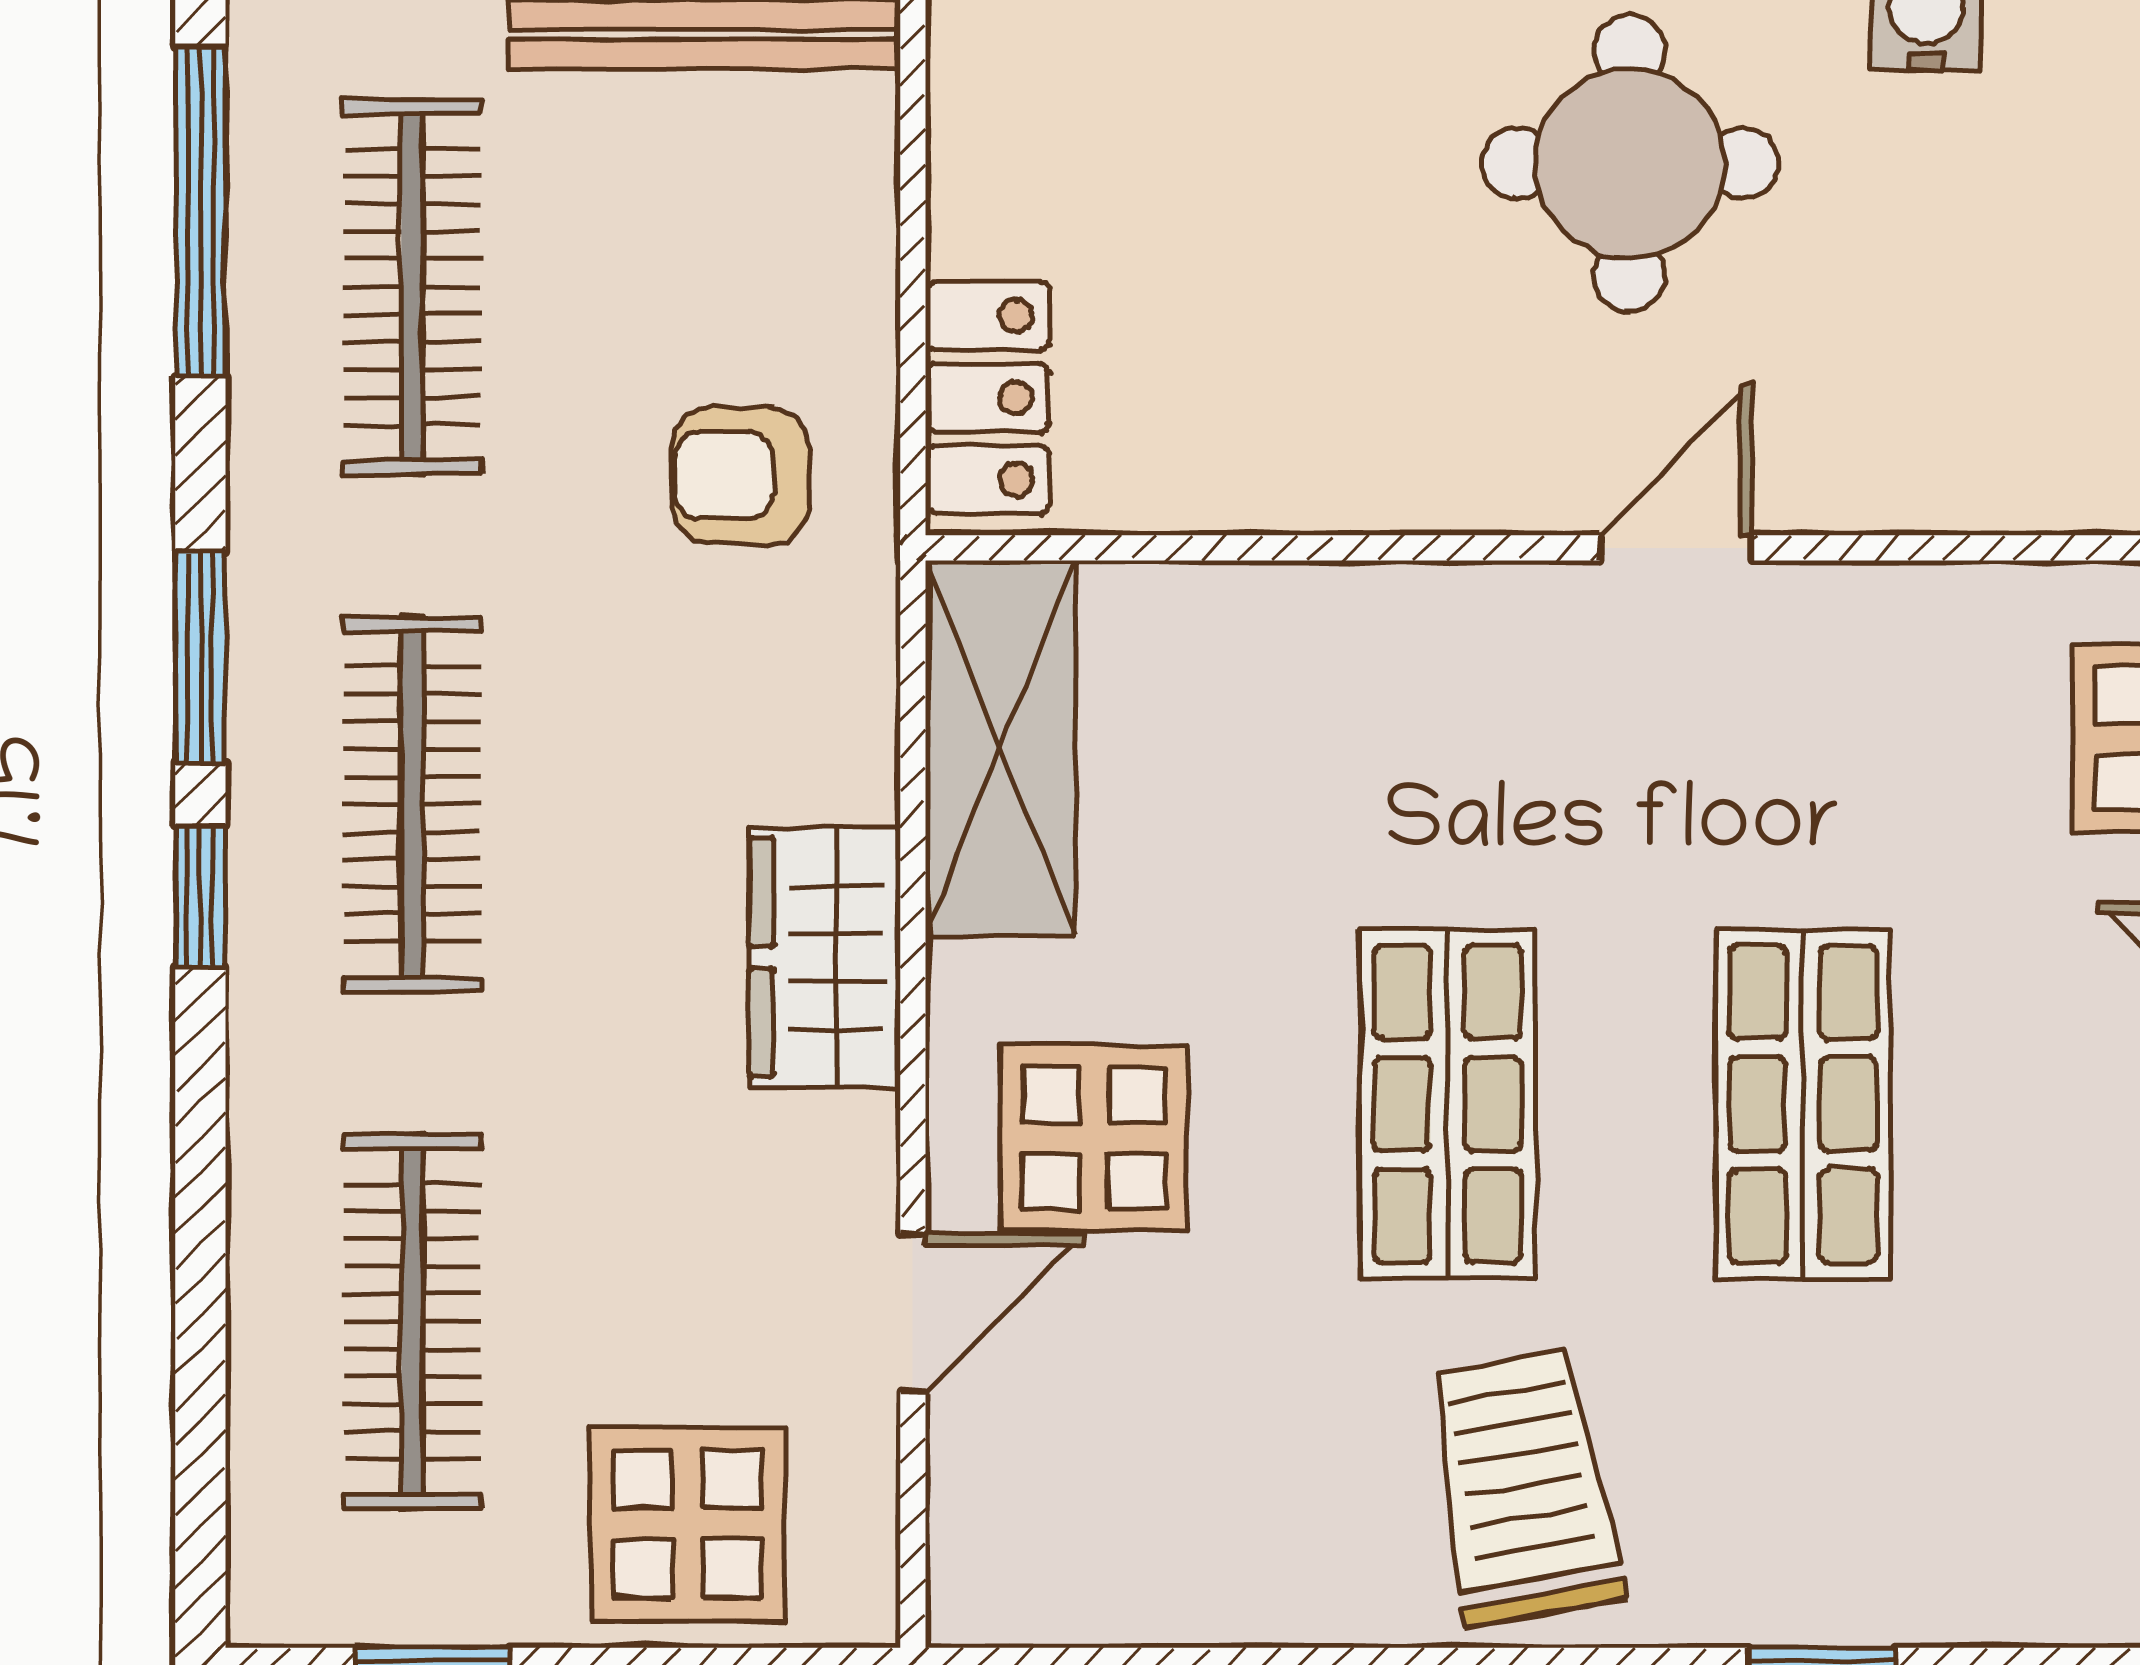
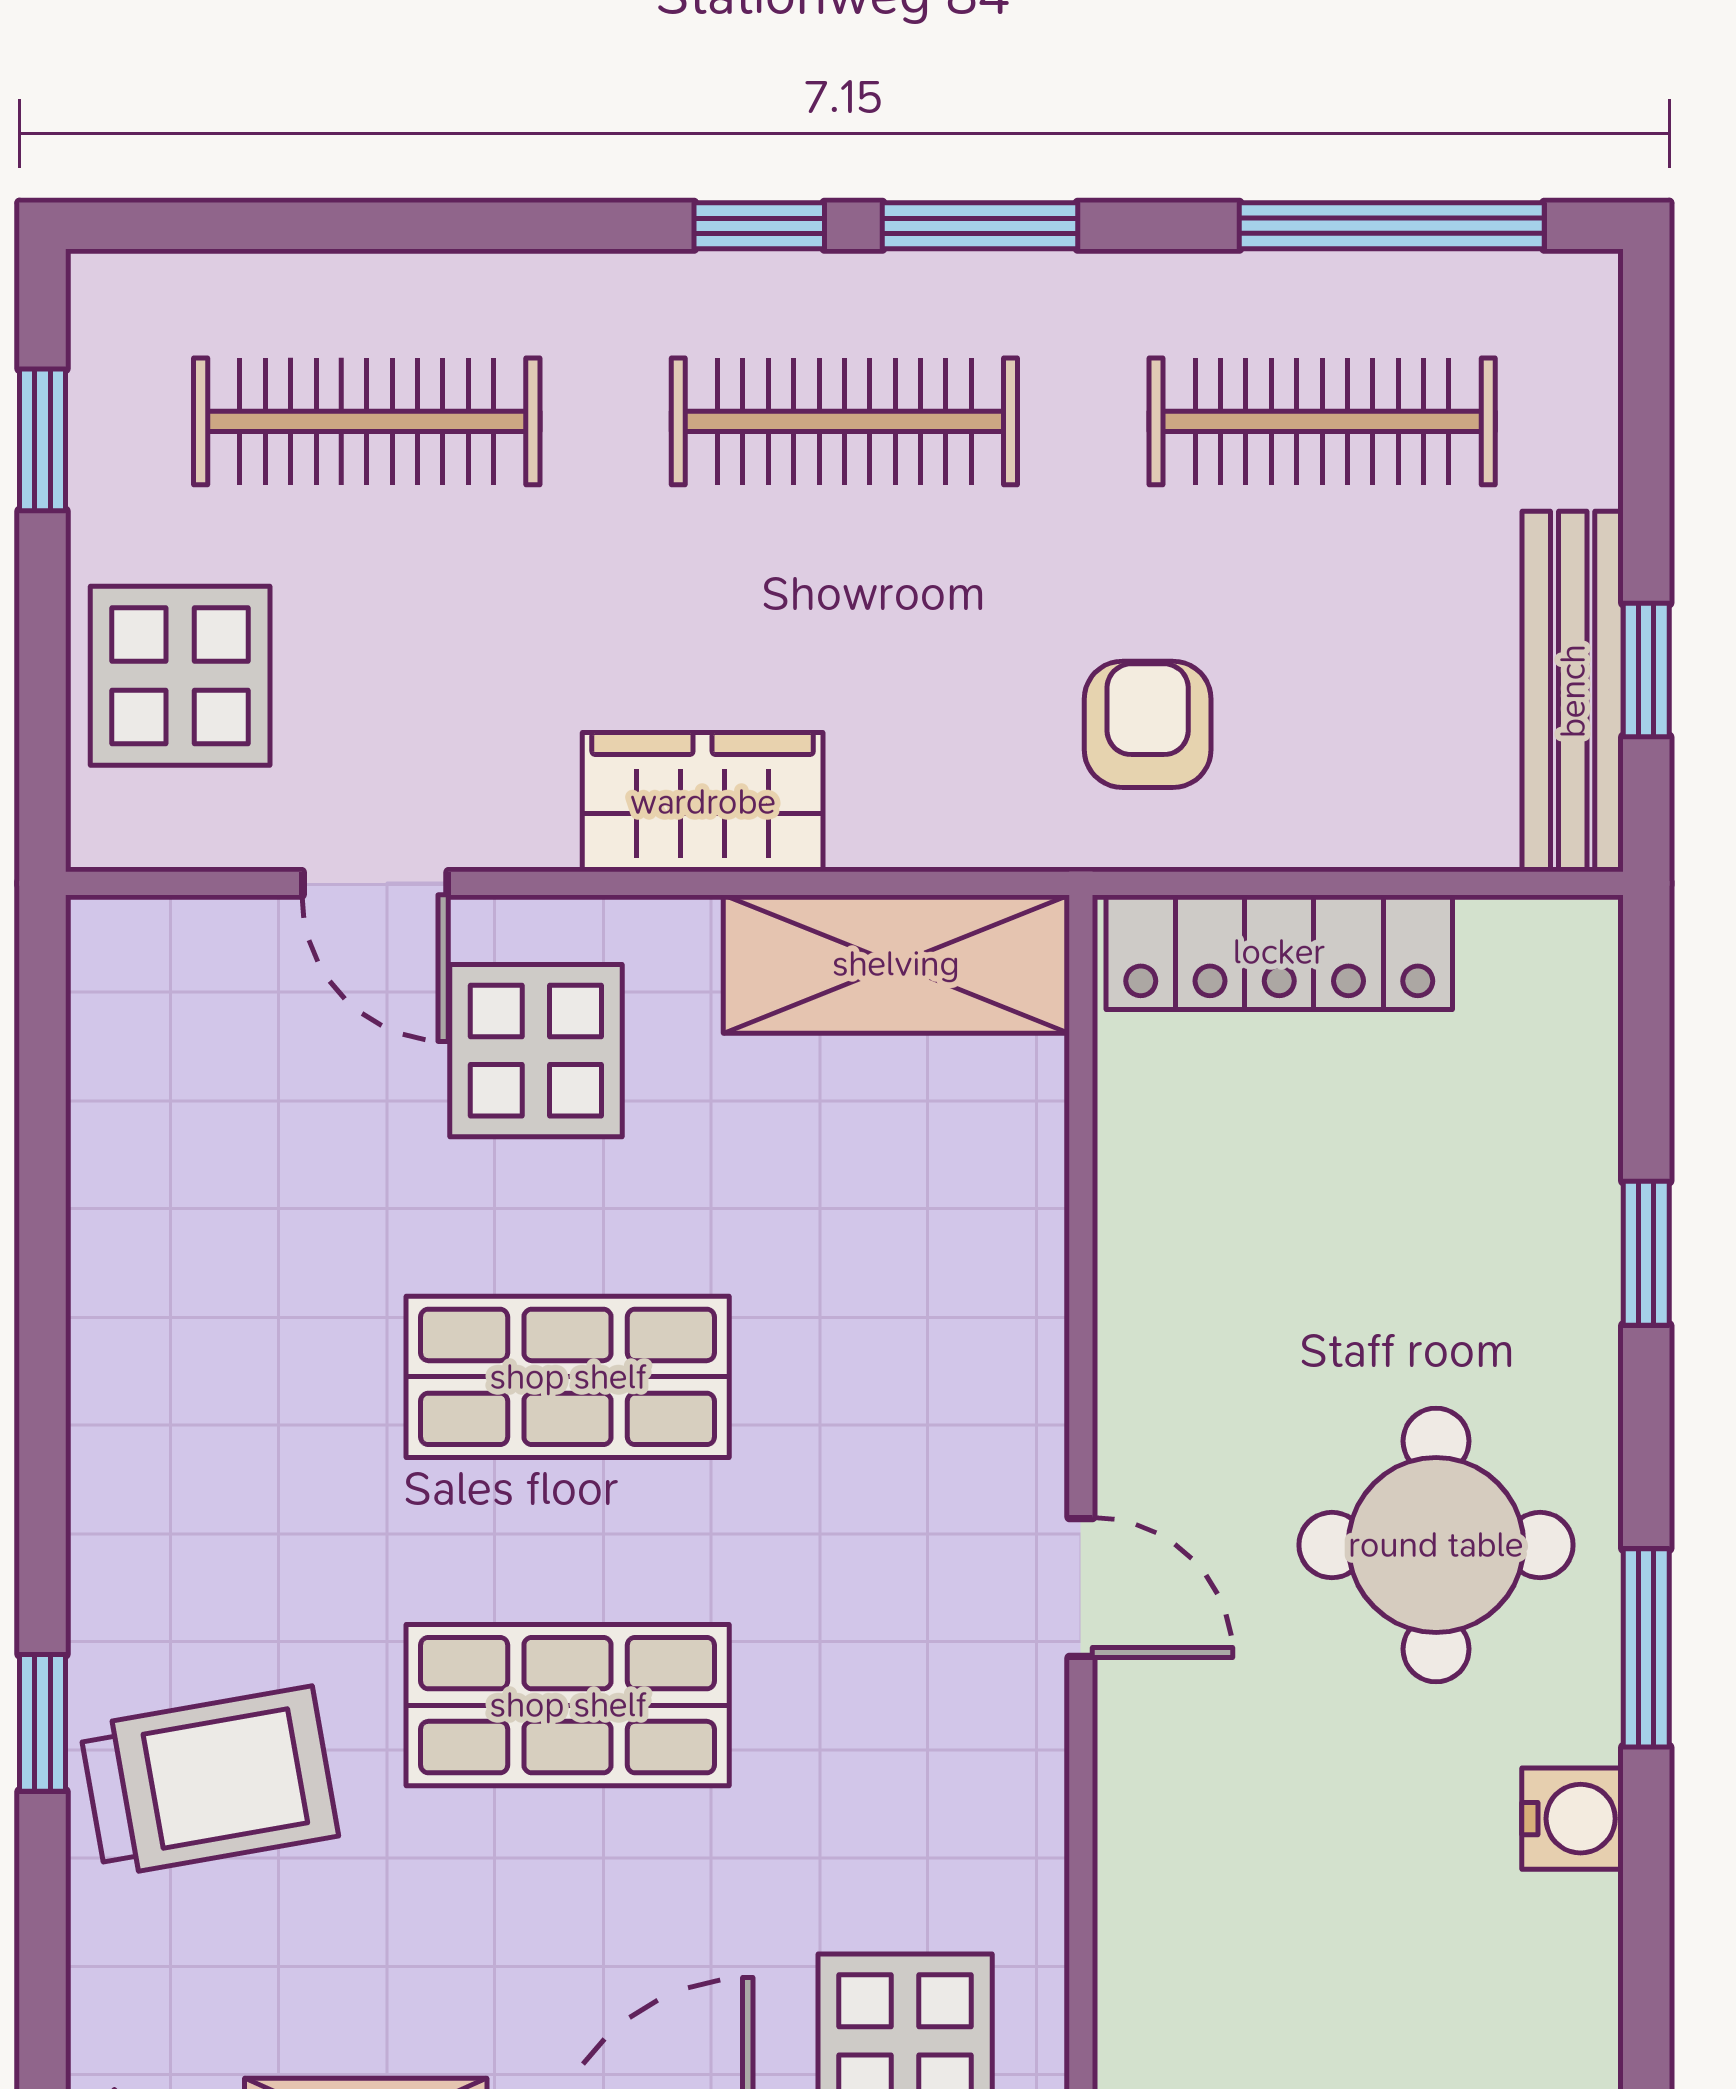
locker: (987, 398) -> (1279, 952), width x1.53
trolley: (1524, 1487) -> (209, 1781), moved

